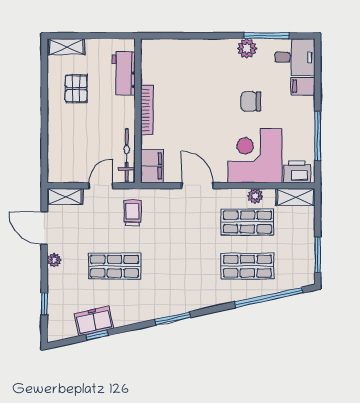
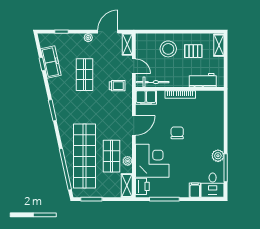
chair: (251, 102) -> (177, 133), moved
stool: (73, 130) -> (168, 49), added
shop shelf: (247, 266) -> (85, 156), width x2.00, depth x1.36
freezer: (94, 321) -> (51, 62), width x1.40

